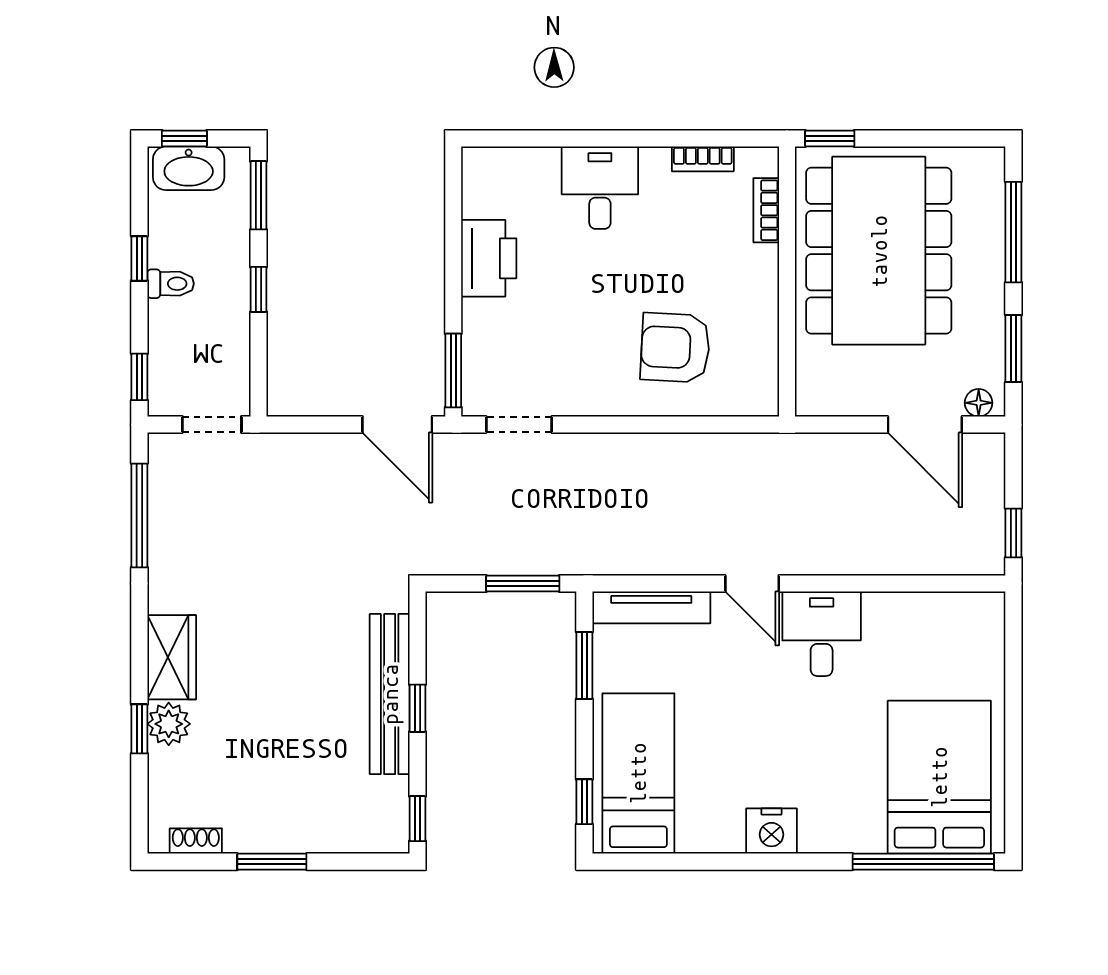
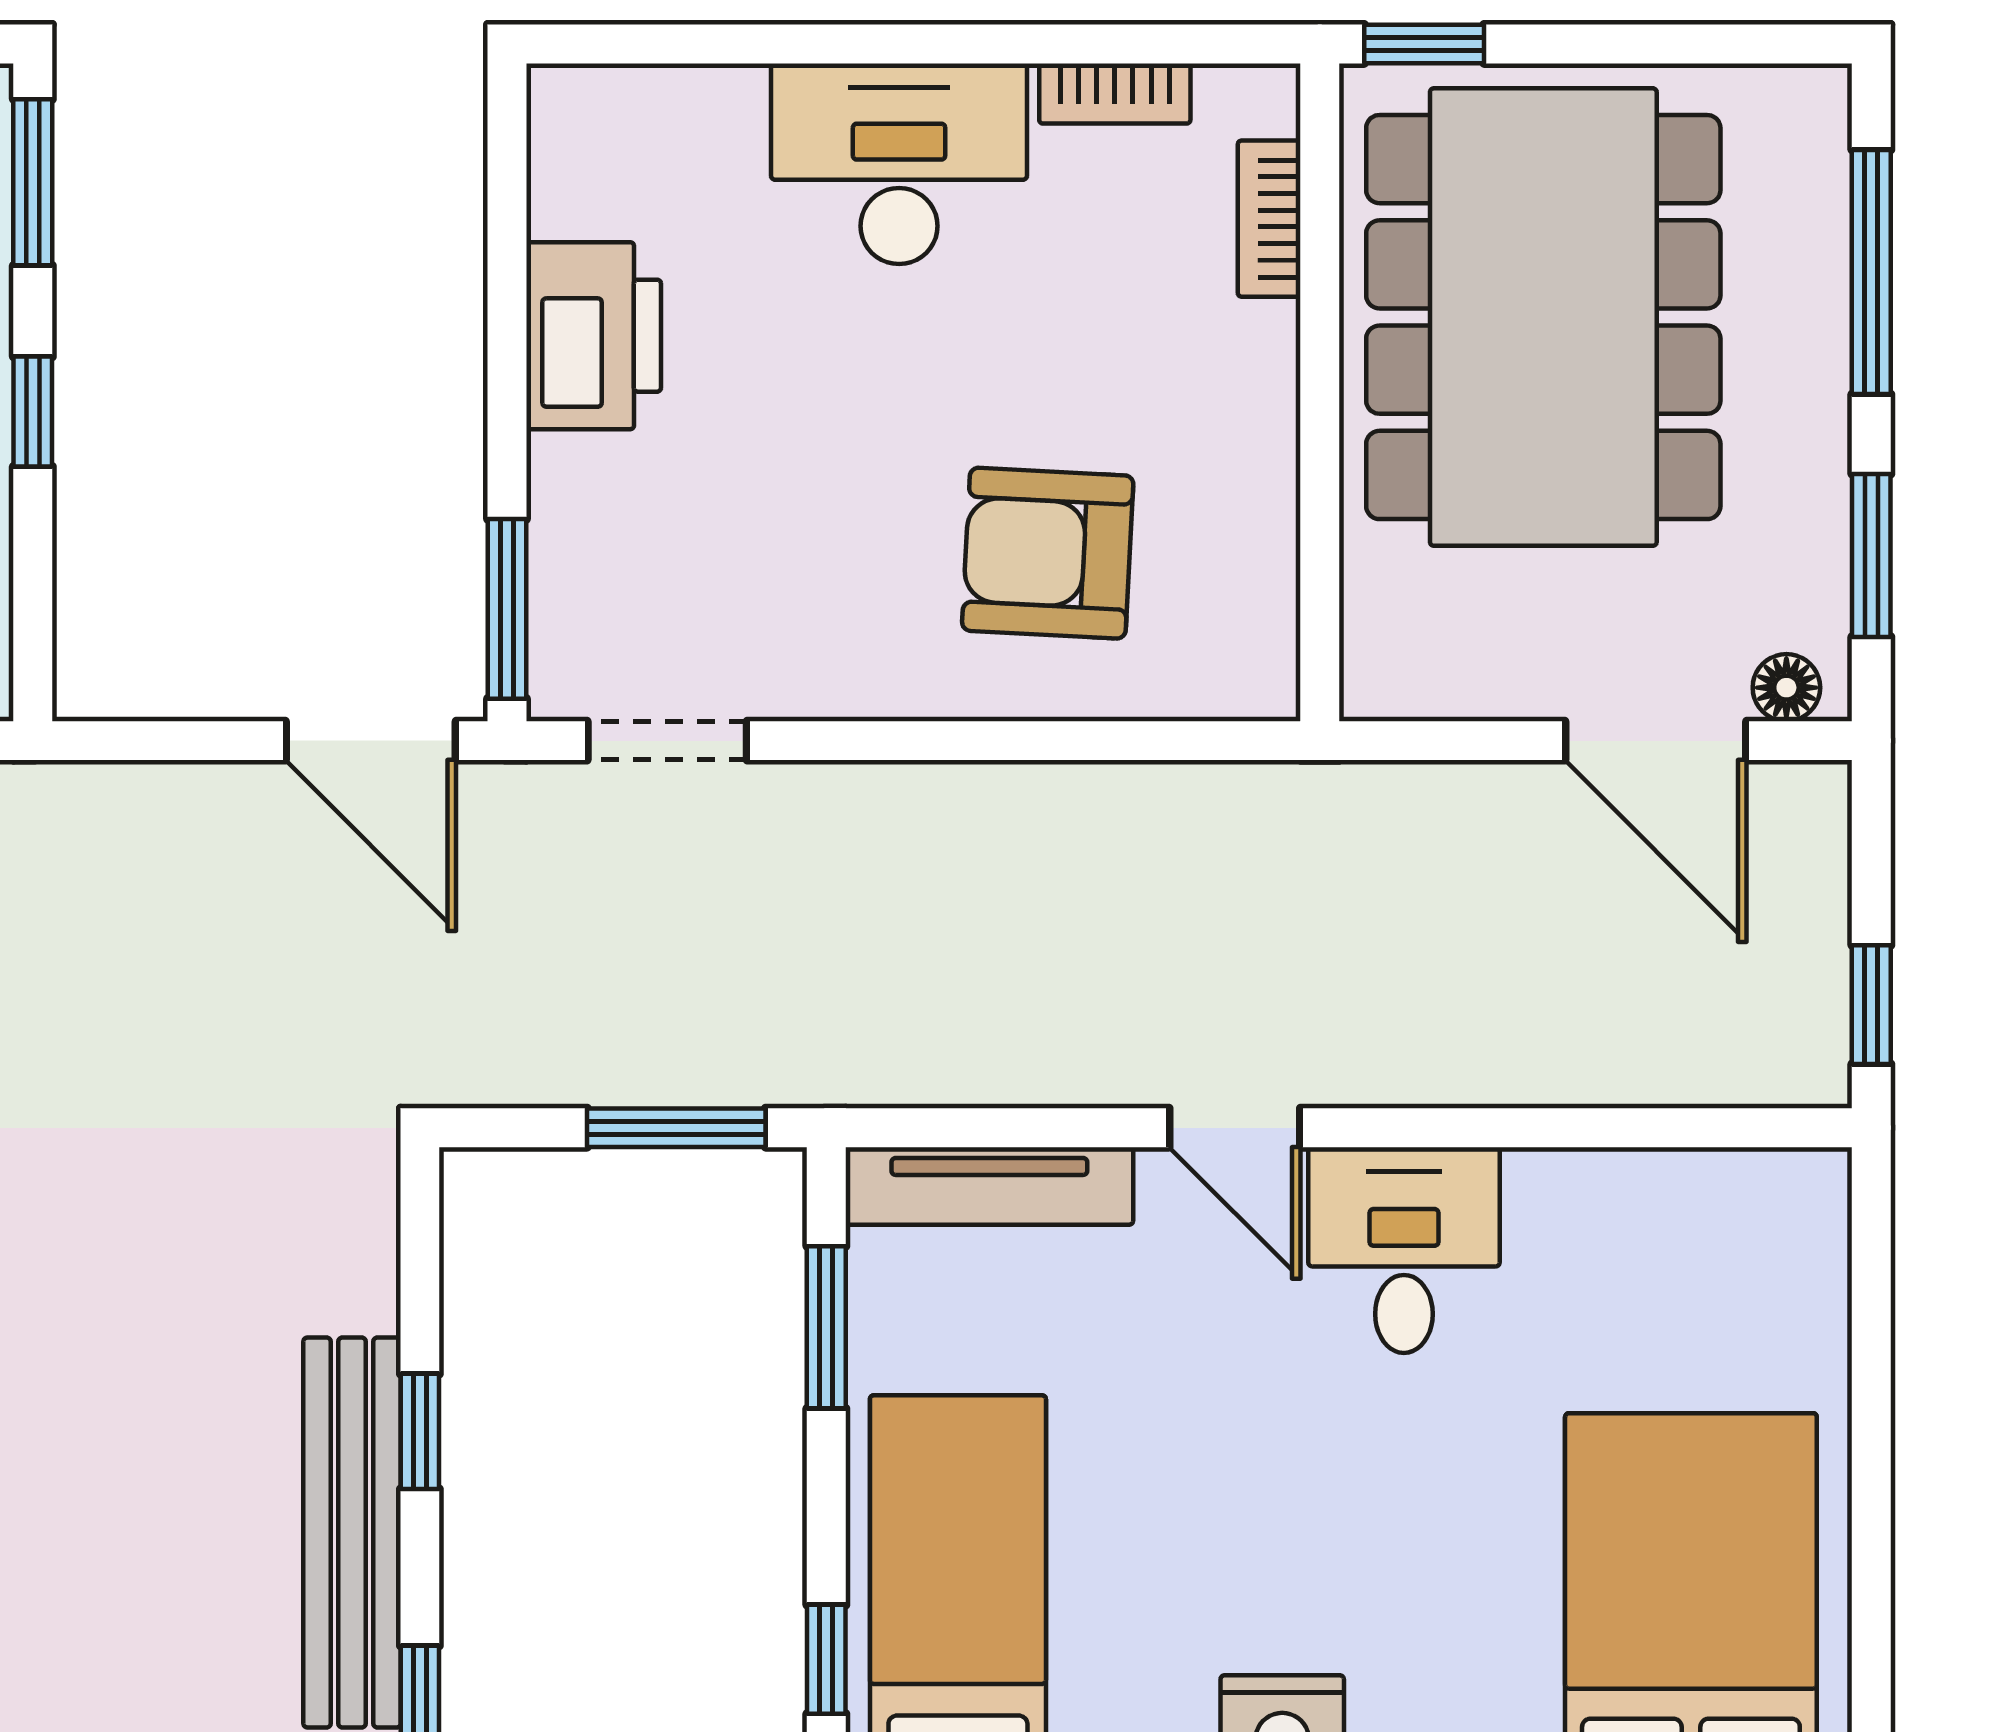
desk: (600, 188) -> (899, 164), width x1.37
bench: (390, 694) -> (352, 1533), moved

